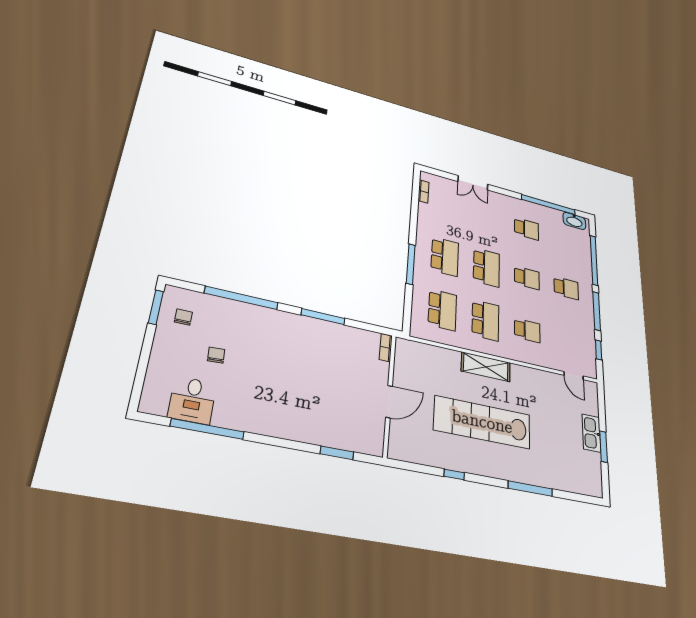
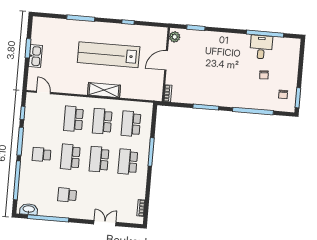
school desk: (527, 278) -> (70, 157), width x1.85
school desk: (527, 330) -> (73, 119), width x1.85
desk: (192, 400) -> (261, 47), moved
lab bench: (482, 422) -> (109, 55), turned 180
plant: (375, 441) -> (175, 37), added

